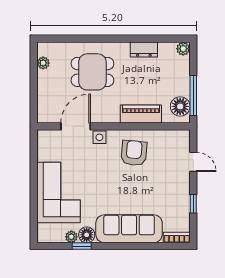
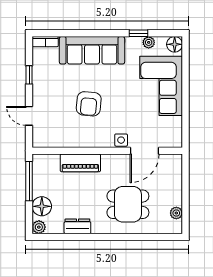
floor lamp: (180, 106) -> (42, 206), moved
armchair: (134, 153) -> (89, 104), moved
floor lamp: (87, 235) -> (175, 44), moved

